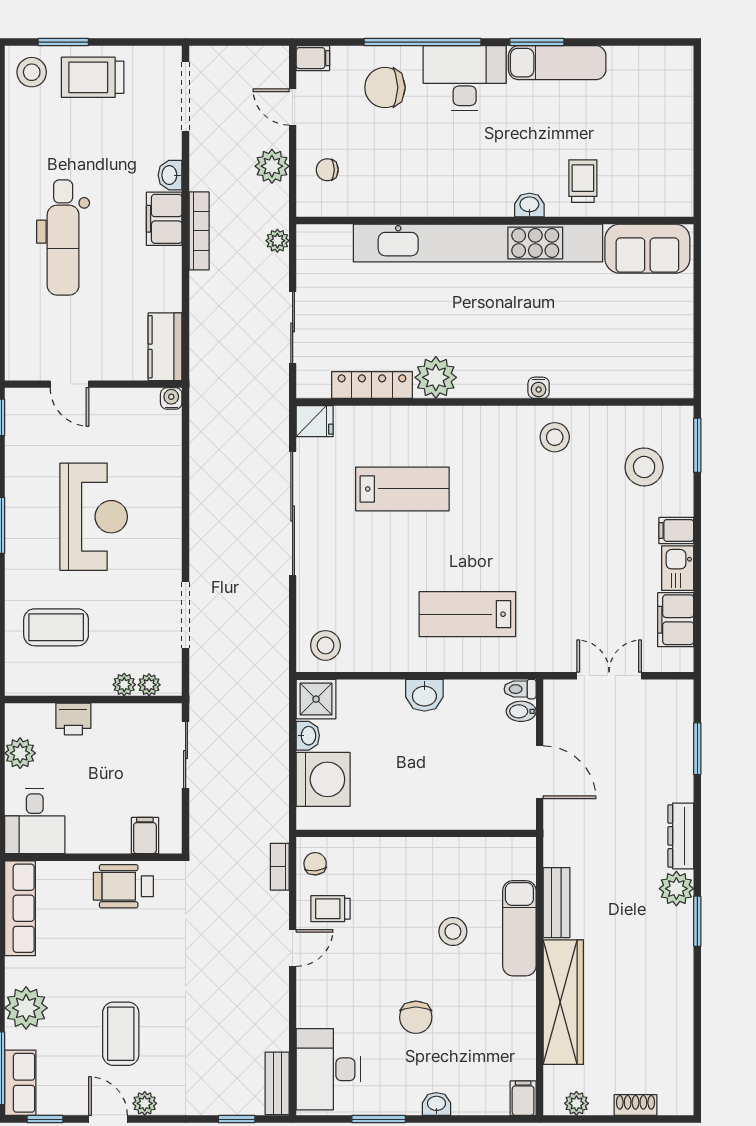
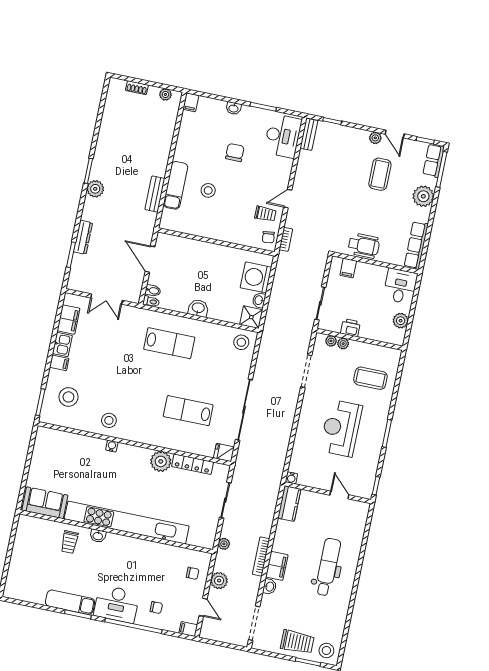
chair: (385, 88) -> (156, 607), width x0.54, depth x0.54
printer: (73, 719) -> (350, 328), moved
dresser: (681, 836) -> (83, 237), moved
wardrobe: (563, 1002) -> (162, 145), removed

